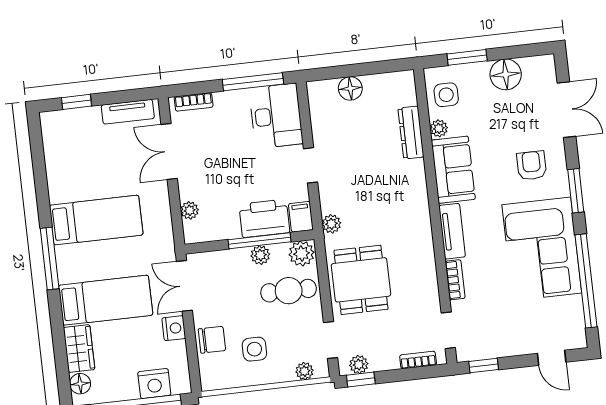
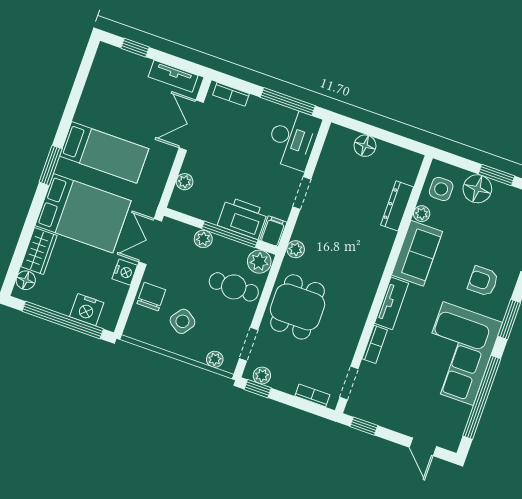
window: (467, 57) -> (497, 175), moved
floor lamp: (506, 74) -> (477, 189), moved
armchair: (532, 166) -> (483, 281), turned -90
plant: (260, 255) -> (203, 239), moved
window: (50, 259) -> (51, 165), width x0.69
bed: (106, 300) -> (83, 213), width x1.50
chair: (212, 340) -> (151, 297), turned -90
side table: (254, 349) -> (182, 321), turned 35

